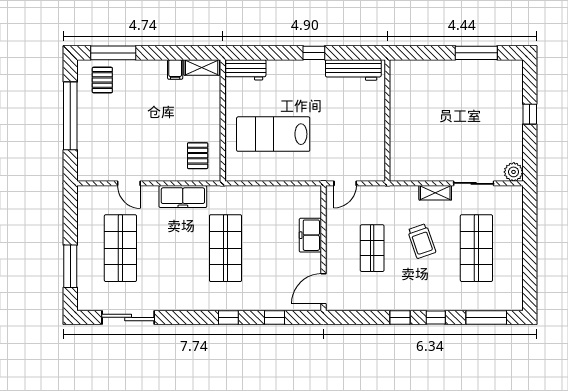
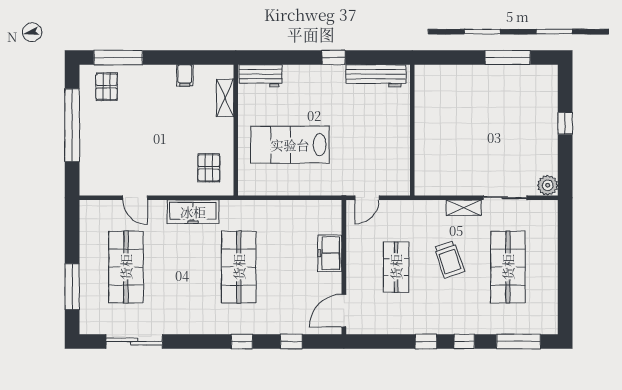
shelving: (202, 67) -> (225, 98), moved, turned 90

